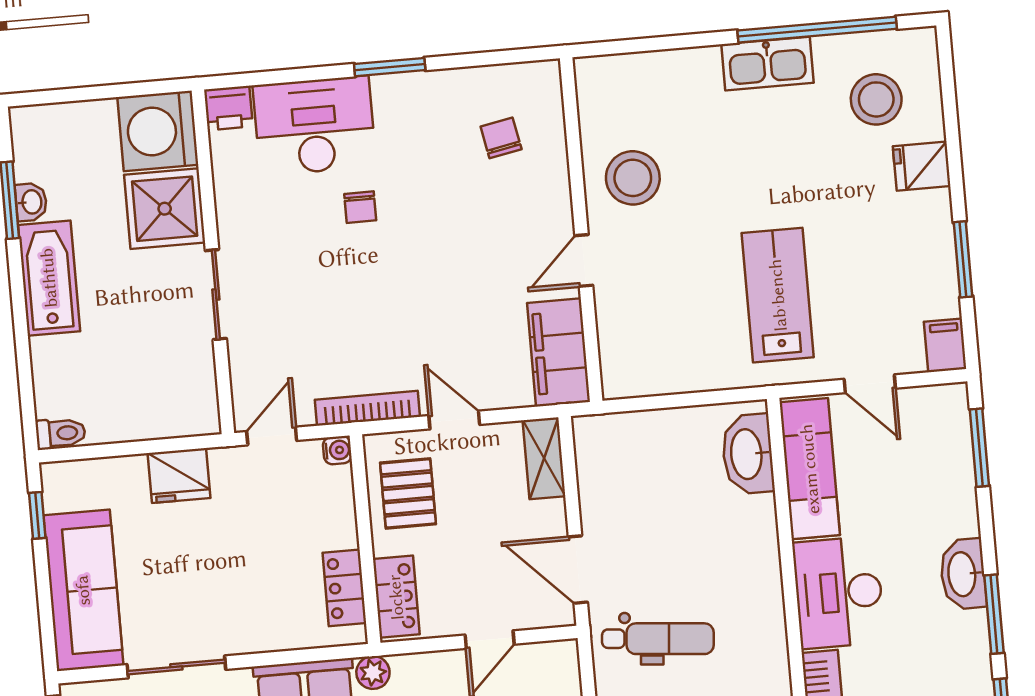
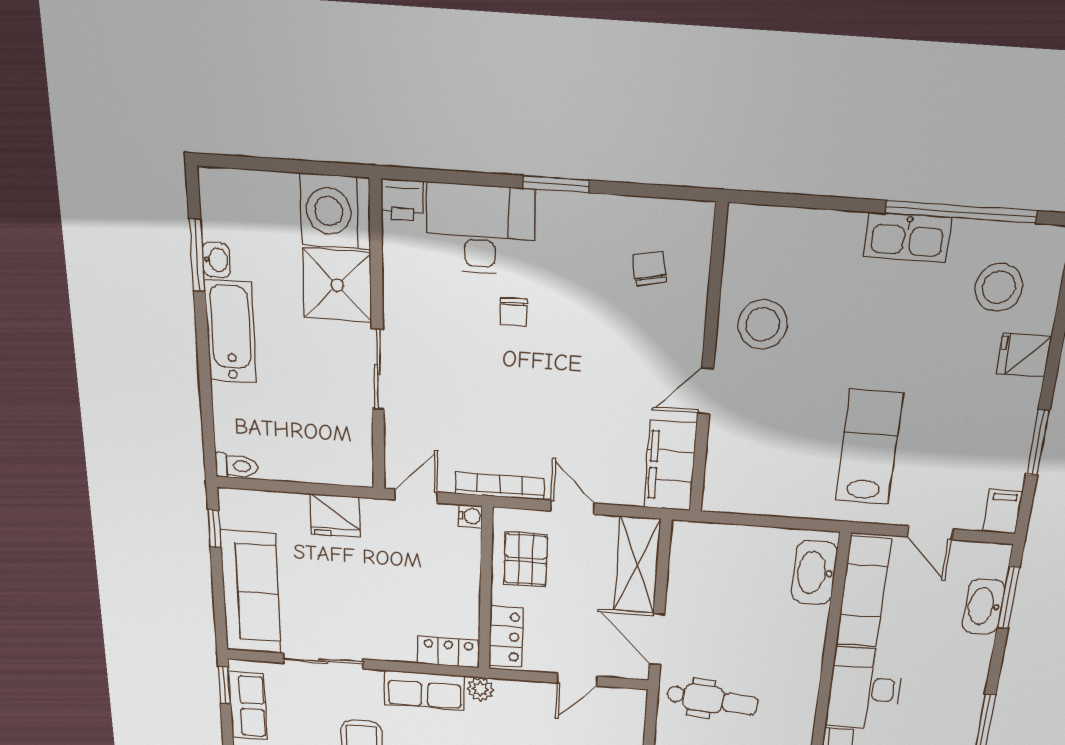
shelving: (544, 458) -> (637, 565), width x1.50, depth x1.33
washbasin: (963, 574) -> (983, 606), moved
locker: (344, 588) -> (448, 652), moved, turned 90

